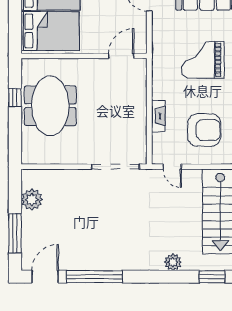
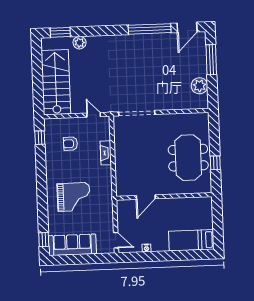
bed: (50, 31) -> (190, 214), removed
door: (121, 56) -> (146, 197), moved
armchair: (204, 130) -> (70, 144), width x0.53, depth x0.53
plant: (173, 262) -> (80, 43), moved

